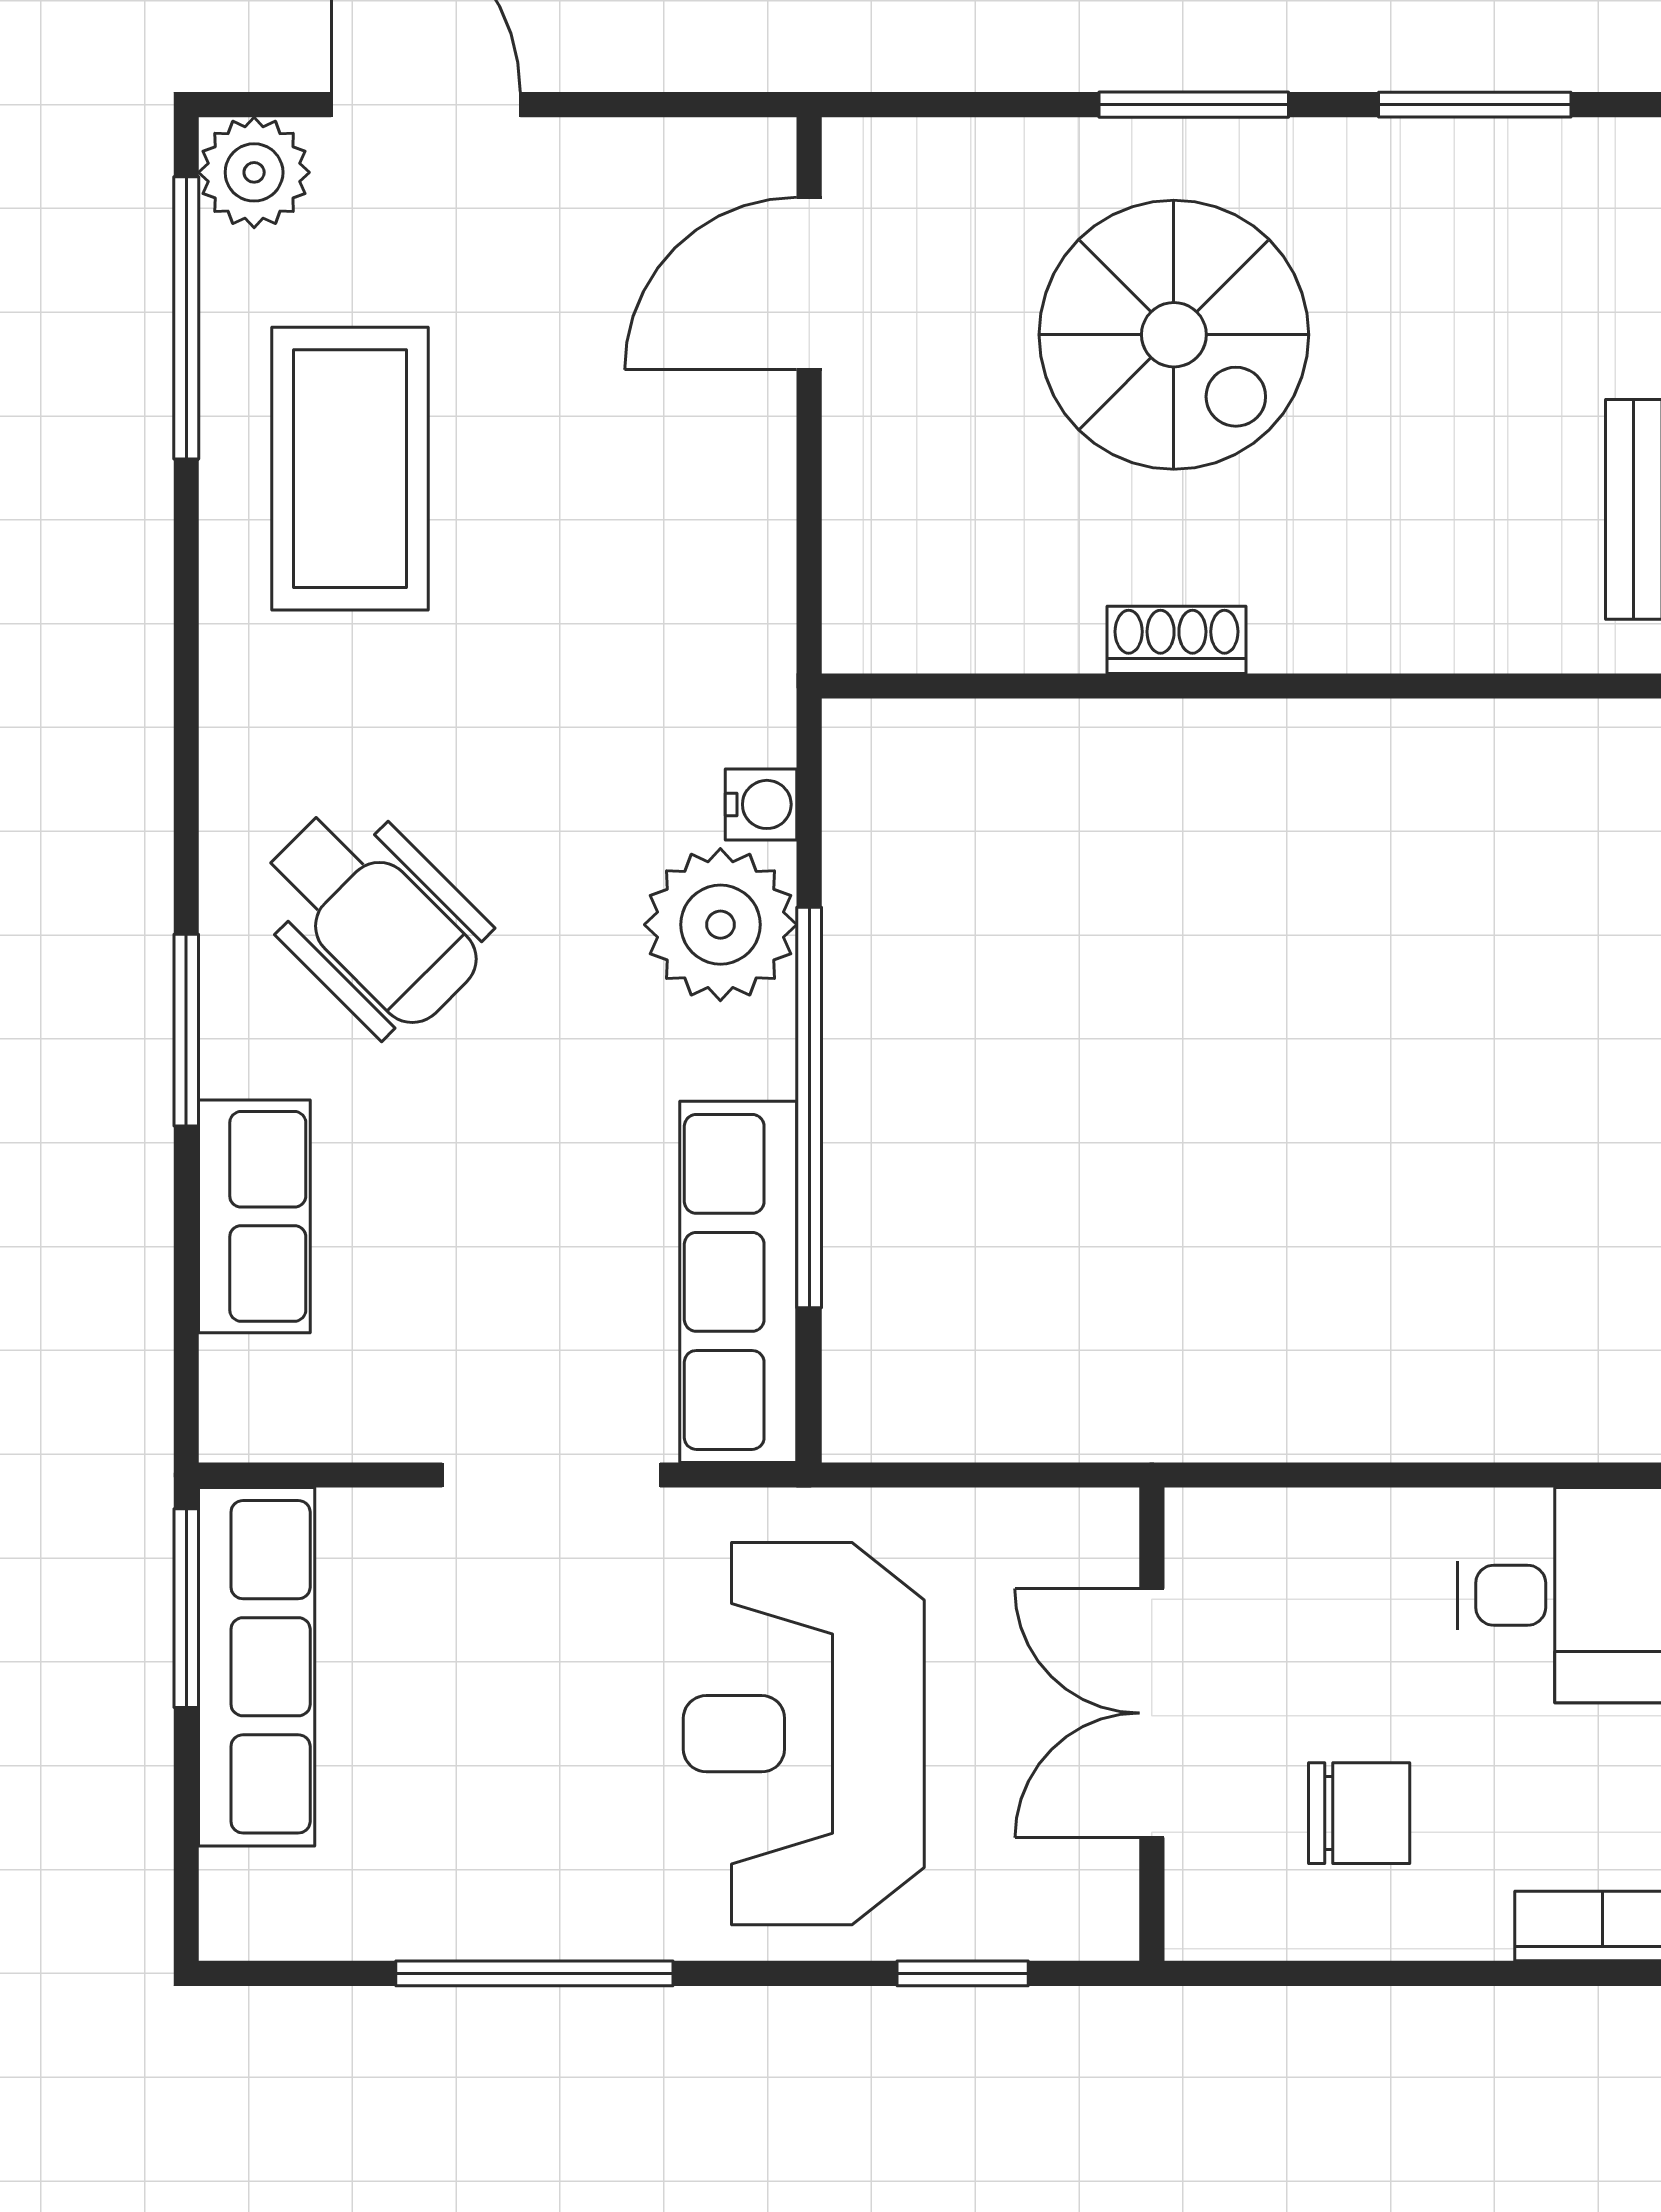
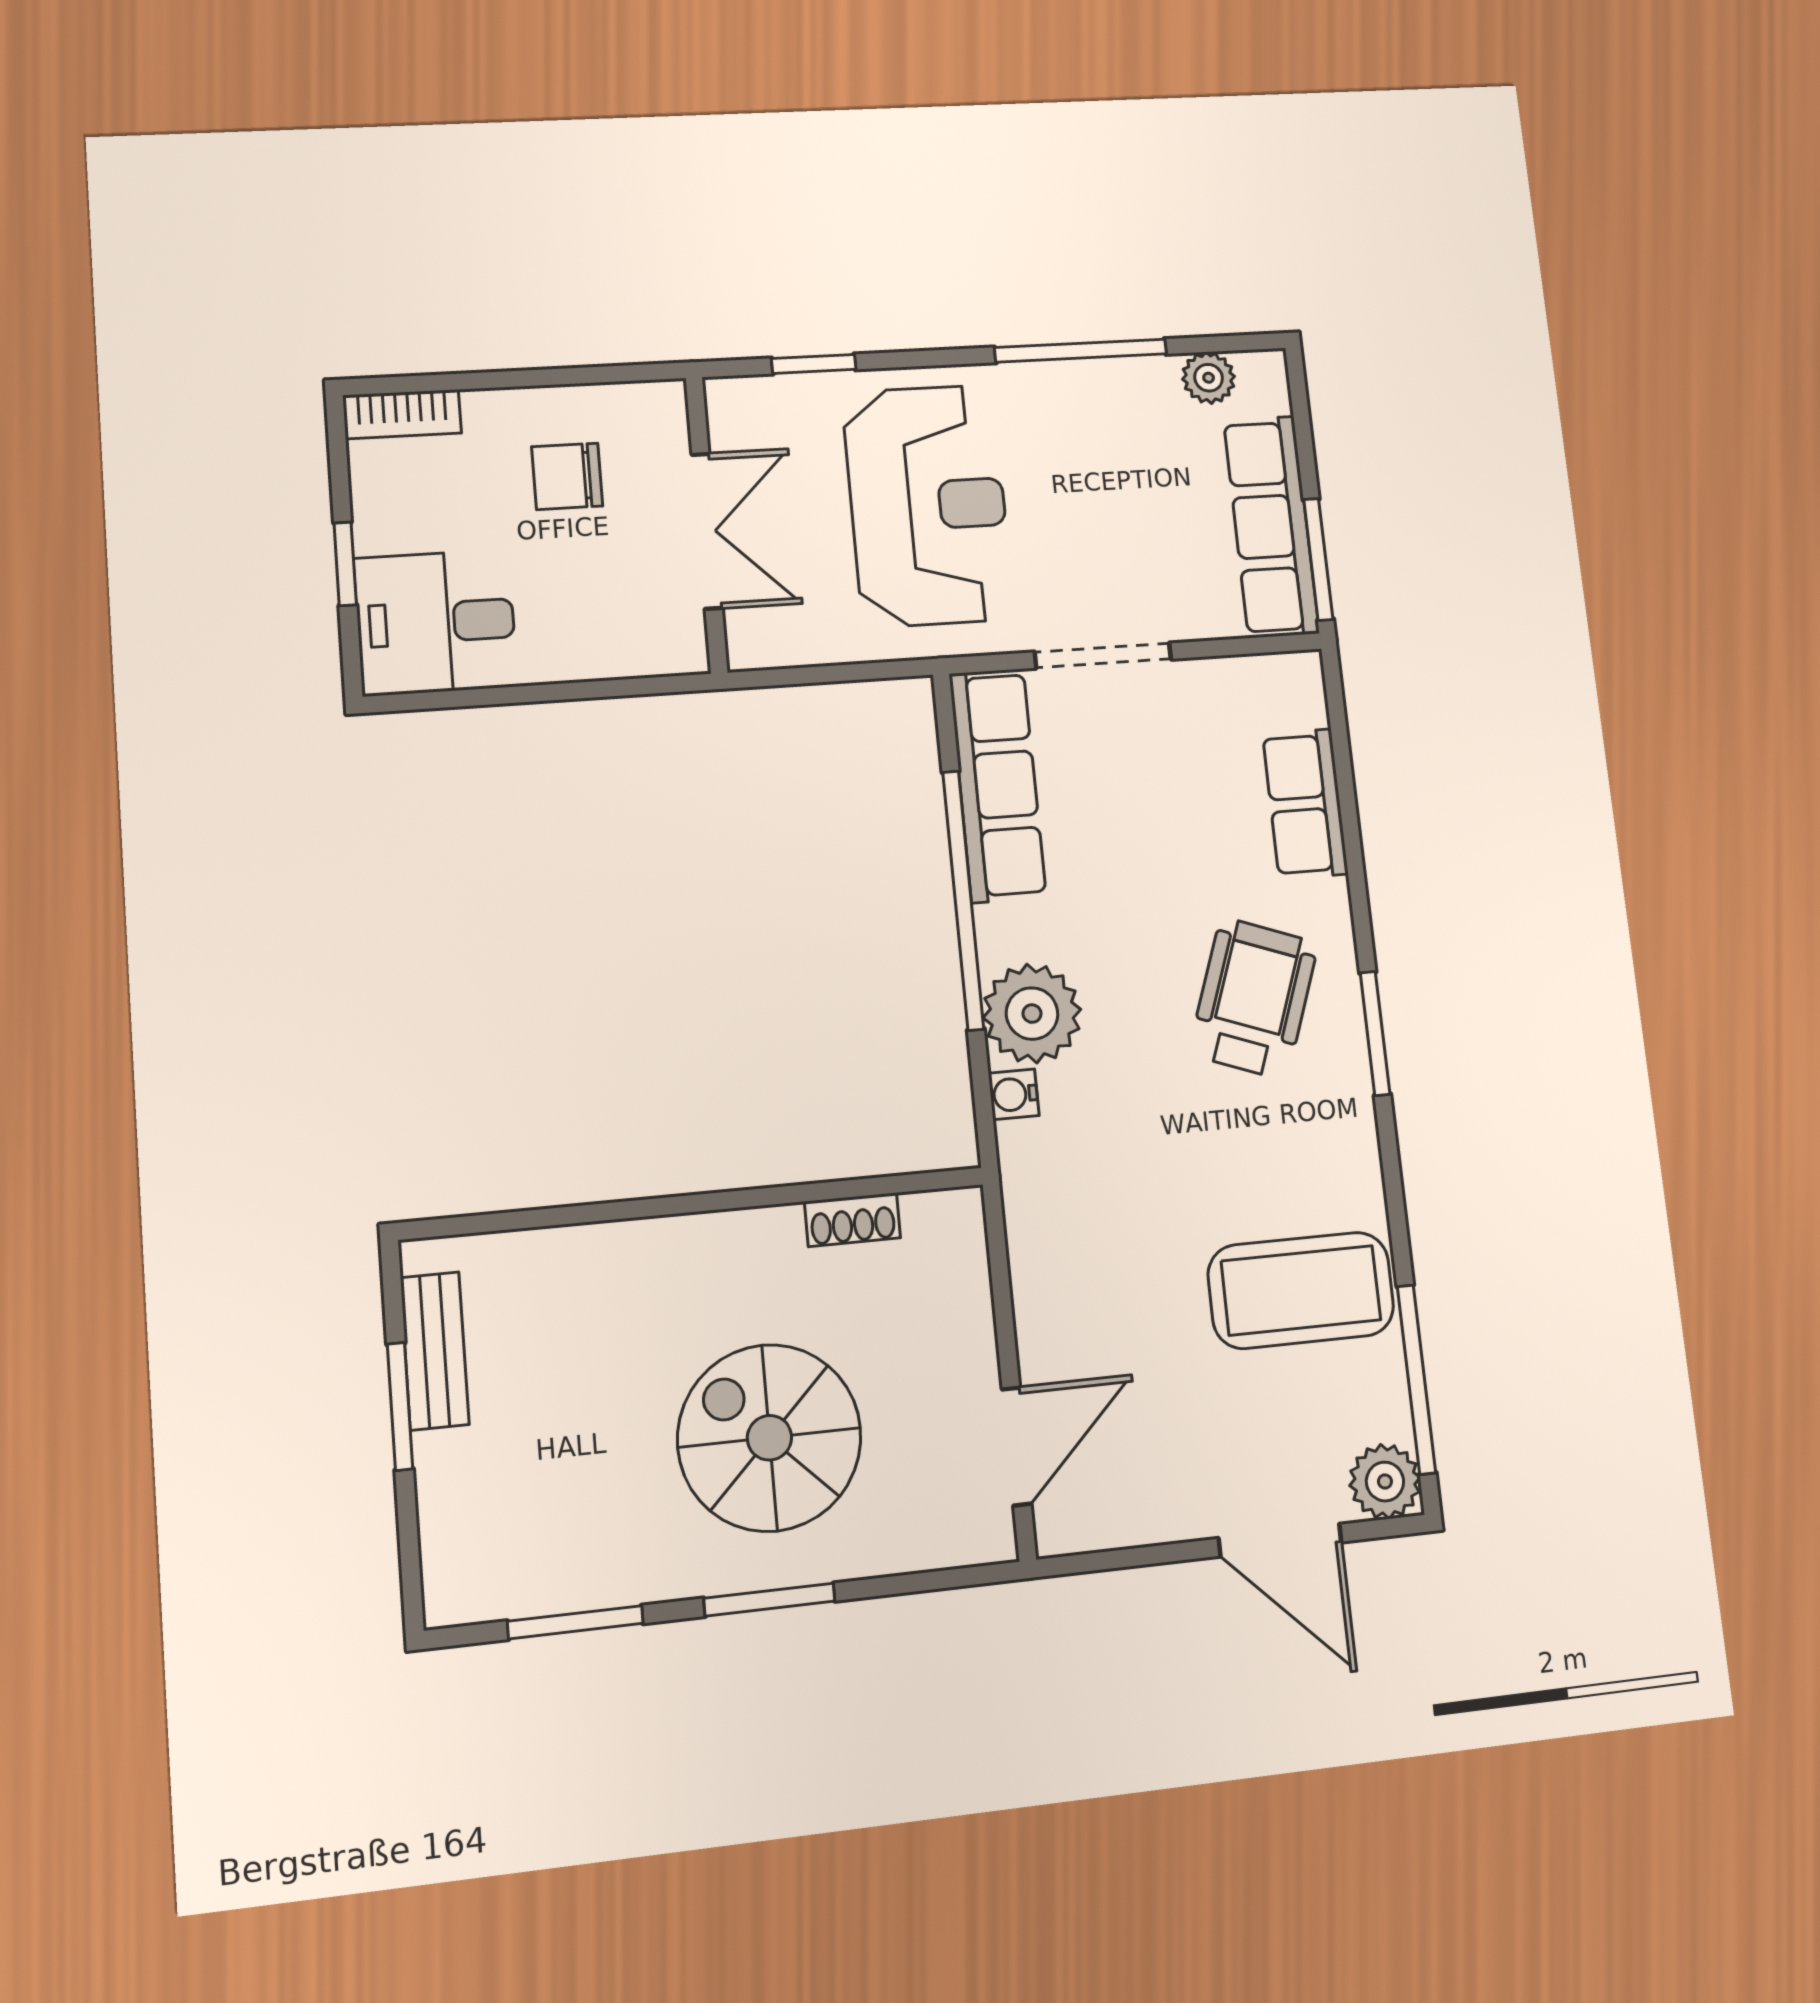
coffee table: (350, 469) -> (1301, 1290), turned 90
shoe rack: (1177, 640) -> (853, 1220), moved
wheelchair: (372, 919) -> (1254, 998), turned 65
window: (186, 1030) -> (1375, 1033), moved
plant: (331, 1918) -> (1209, 378), added

